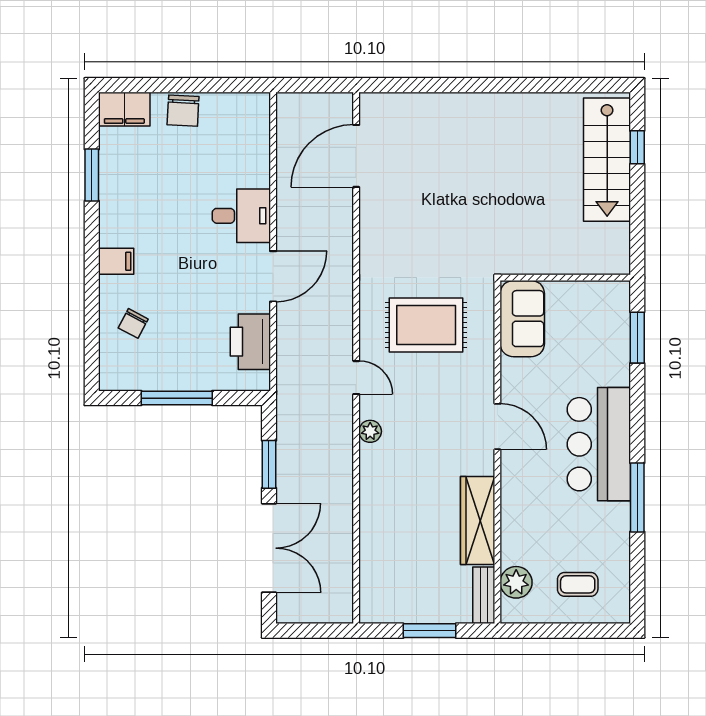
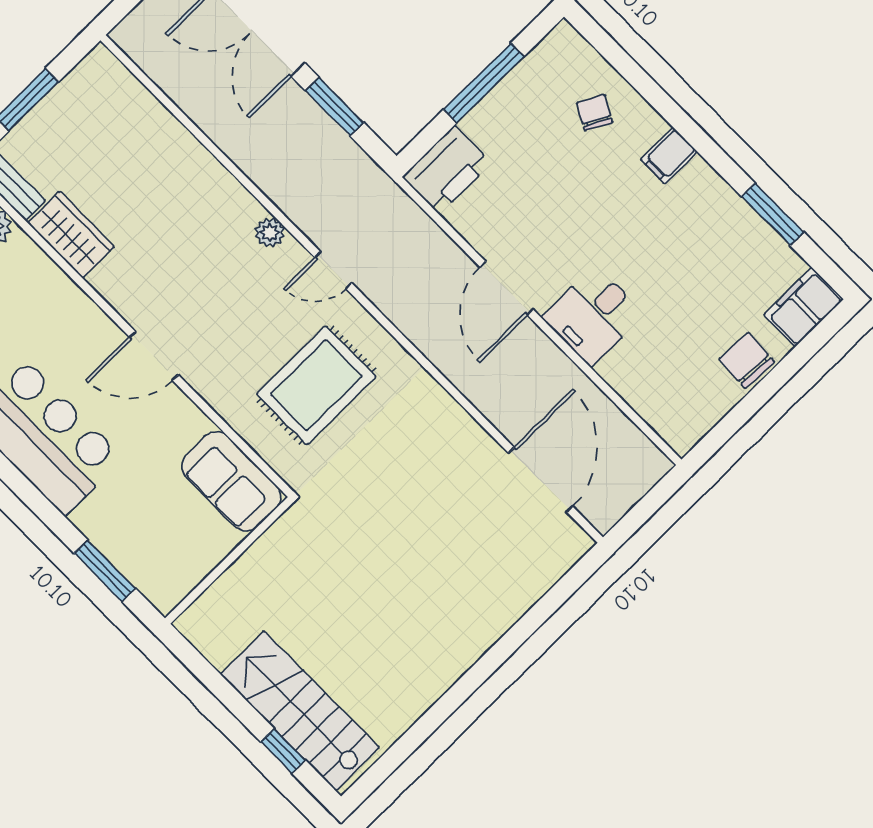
printer: (250, 342) -> (447, 170), moved, turned 90
wardrobe: (478, 521) -> (71, 235), width x0.67

